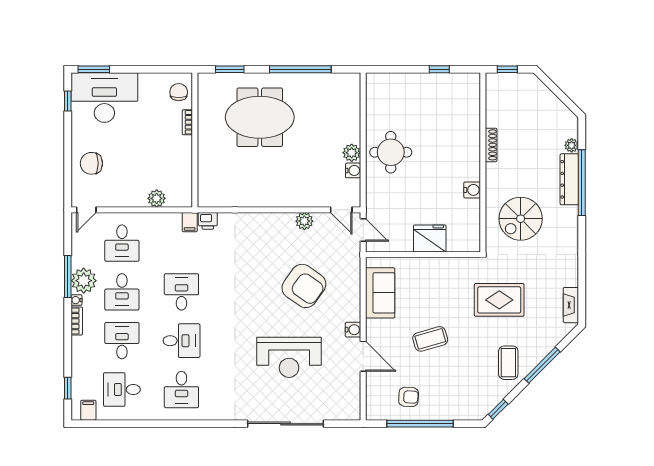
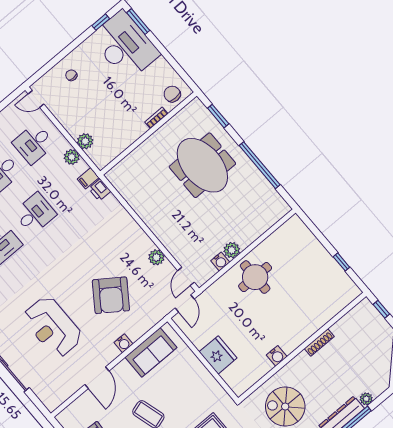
chair: (179, 92) -> (172, 94), turned -90
chair: (91, 163) -> (71, 75), width x0.54, depth x0.54
plant: (160, 221) -> (72, 157), added
water cooler: (353, 330) -> (123, 343), moved

